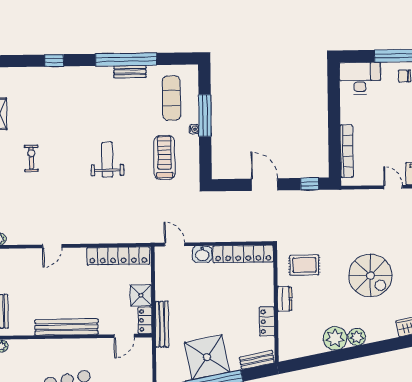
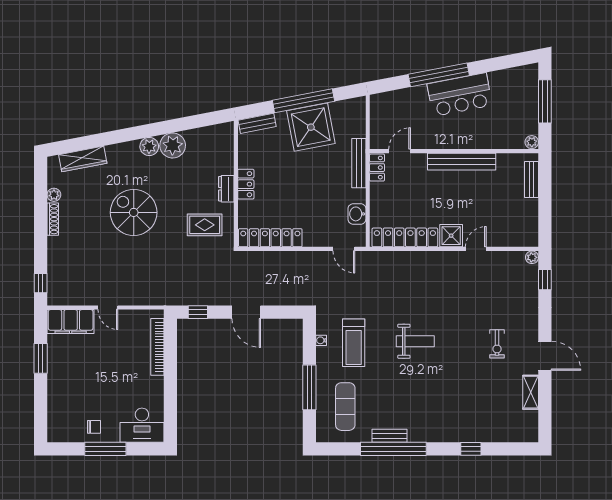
water cooler: (194, 129) -> (321, 340), moved
weight bench: (107, 160) -> (415, 341), turned -90
washbasin: (202, 254) -> (357, 214), moved, turned -90
shower: (141, 295) -> (451, 236), moved
locker: (267, 322) -> (246, 184), moved

